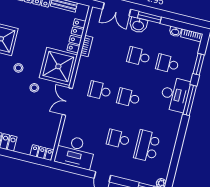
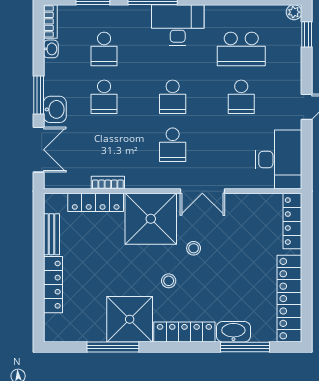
desk: (175, 94) -> (178, 25), moved
locker: (42, 153) -> (292, 221), width x1.53

